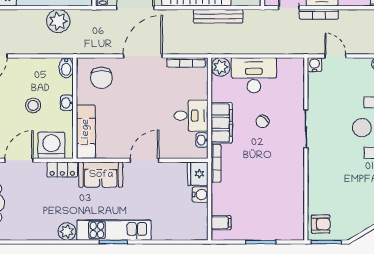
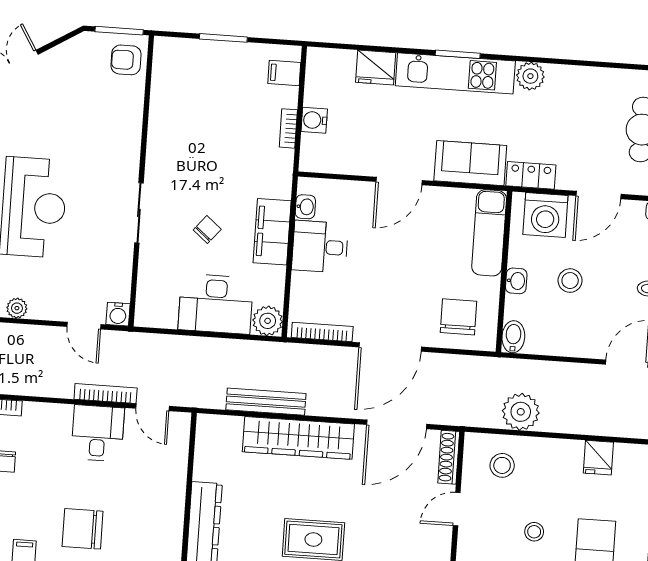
bookcase: (216, 163) -> (288, 128), moved, width x0.64
fridge: (198, 174) -> (376, 67), moved, turned 90

